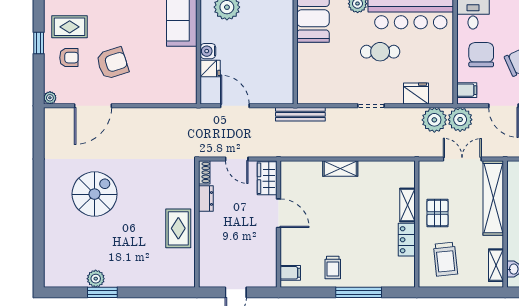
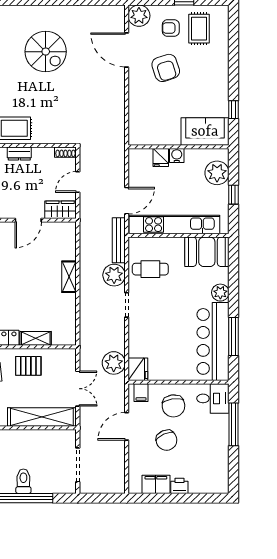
cafe table: (380, 52) -> (150, 269), moved, turned 90
kitchen unit: (283, 54) -> (174, 225), added
chair: (481, 55) -> (173, 406), turned 82
armchair: (69, 58) -> (171, 28), turned 90
fridge: (416, 93) -> (138, 369), moved
plant: (50, 98) -> (139, 16), width x1.88, depth x1.88
door: (235, 106) -> (127, 201), moved
plant: (460, 120) -> (114, 275), moved
dresser: (206, 198) -> (19, 154), moved

